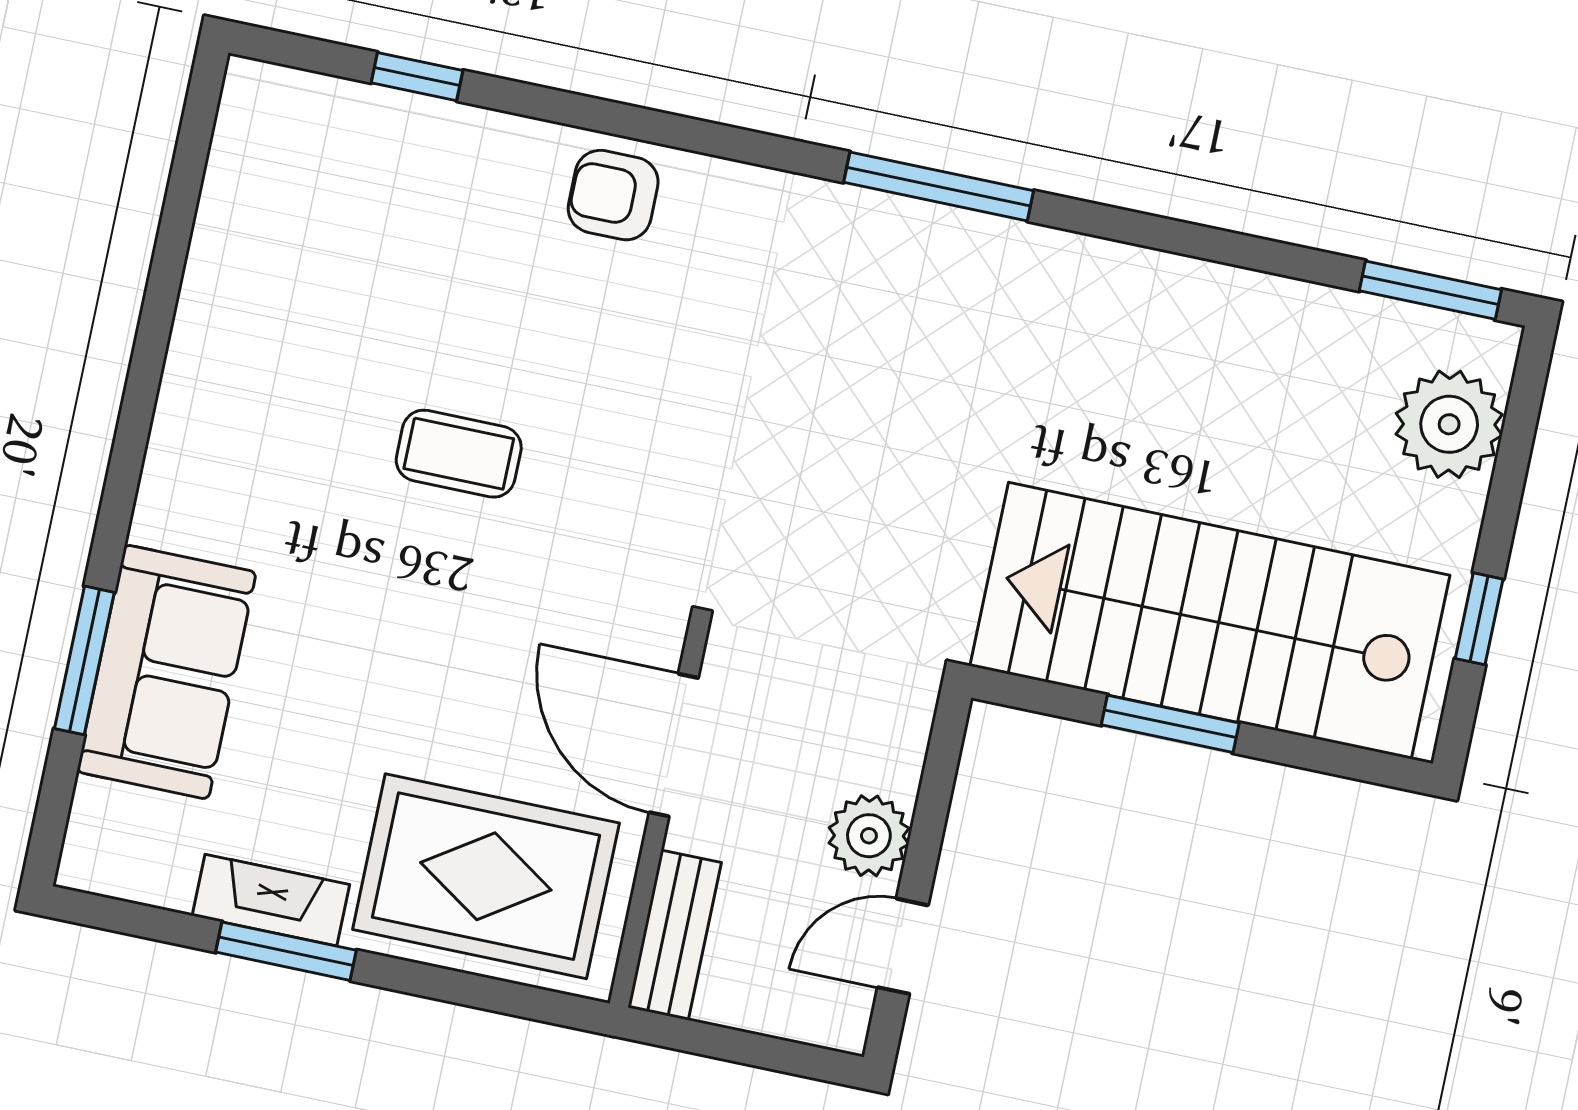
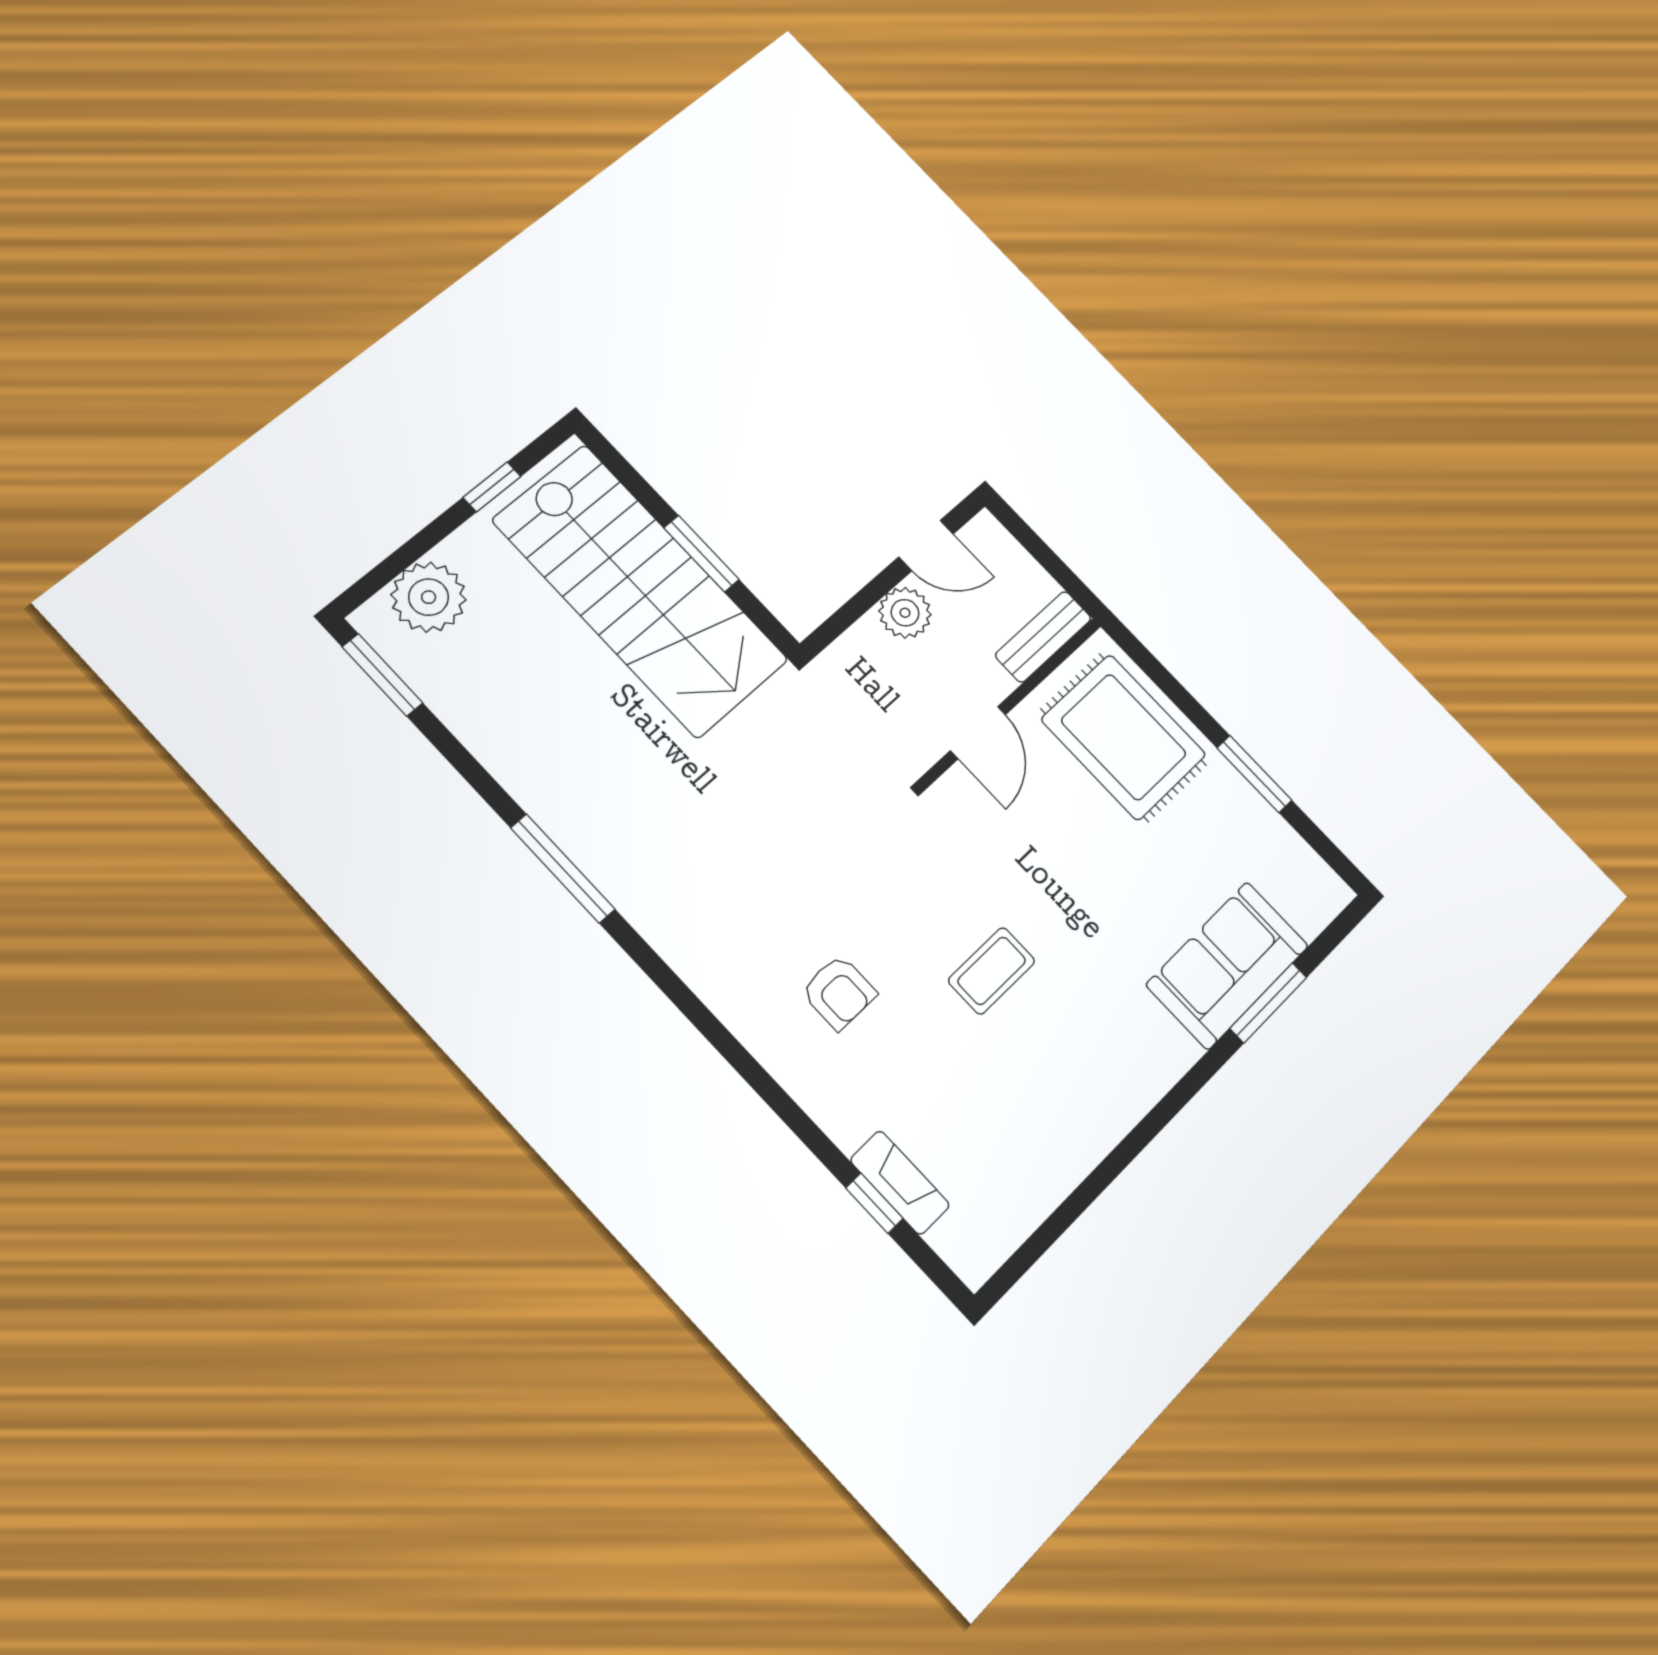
window: (939, 187) -> (563, 868), moved
armchair: (613, 195) -> (839, 992), moved
coffee table: (459, 454) -> (992, 971), turned 90
door: (674, 745) -> (978, 733), width x0.73
fireplace: (271, 900) -> (900, 1183), moved, turned 180

